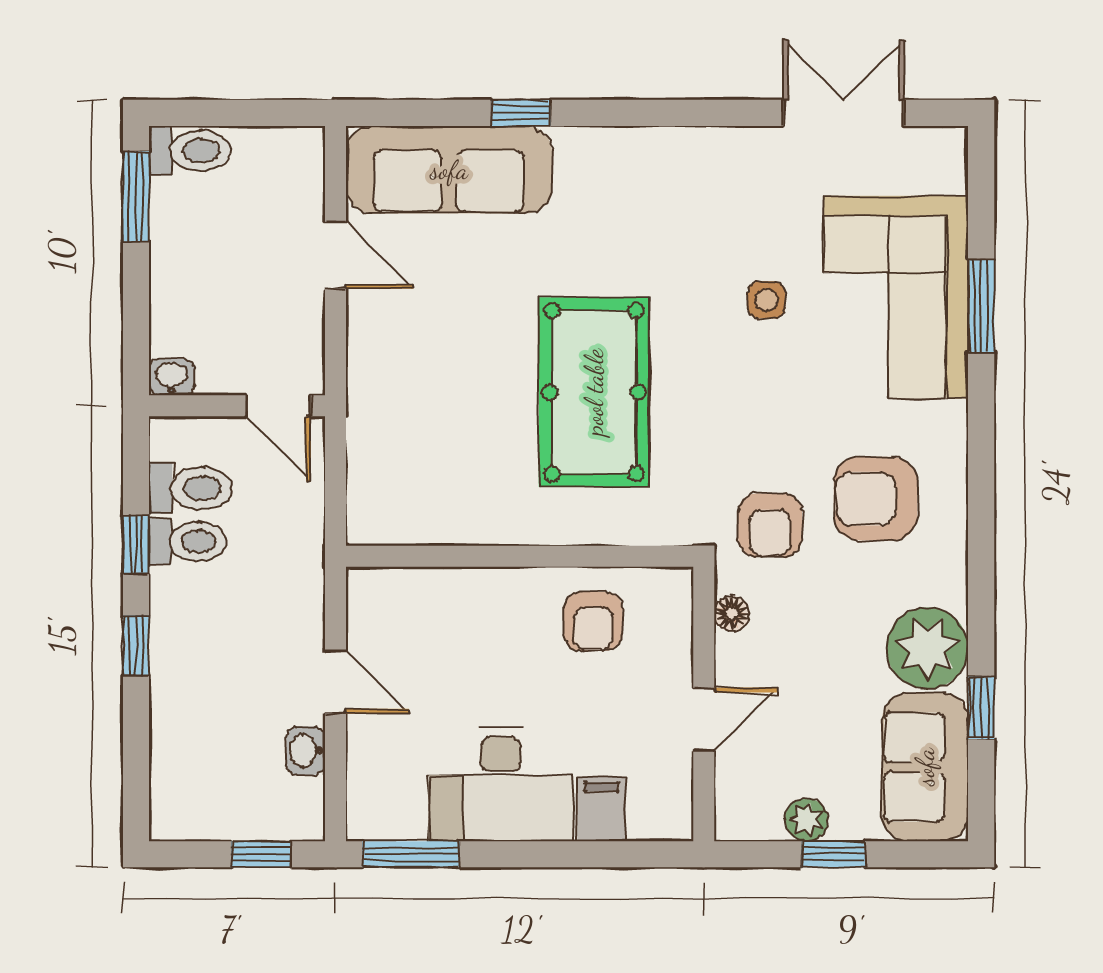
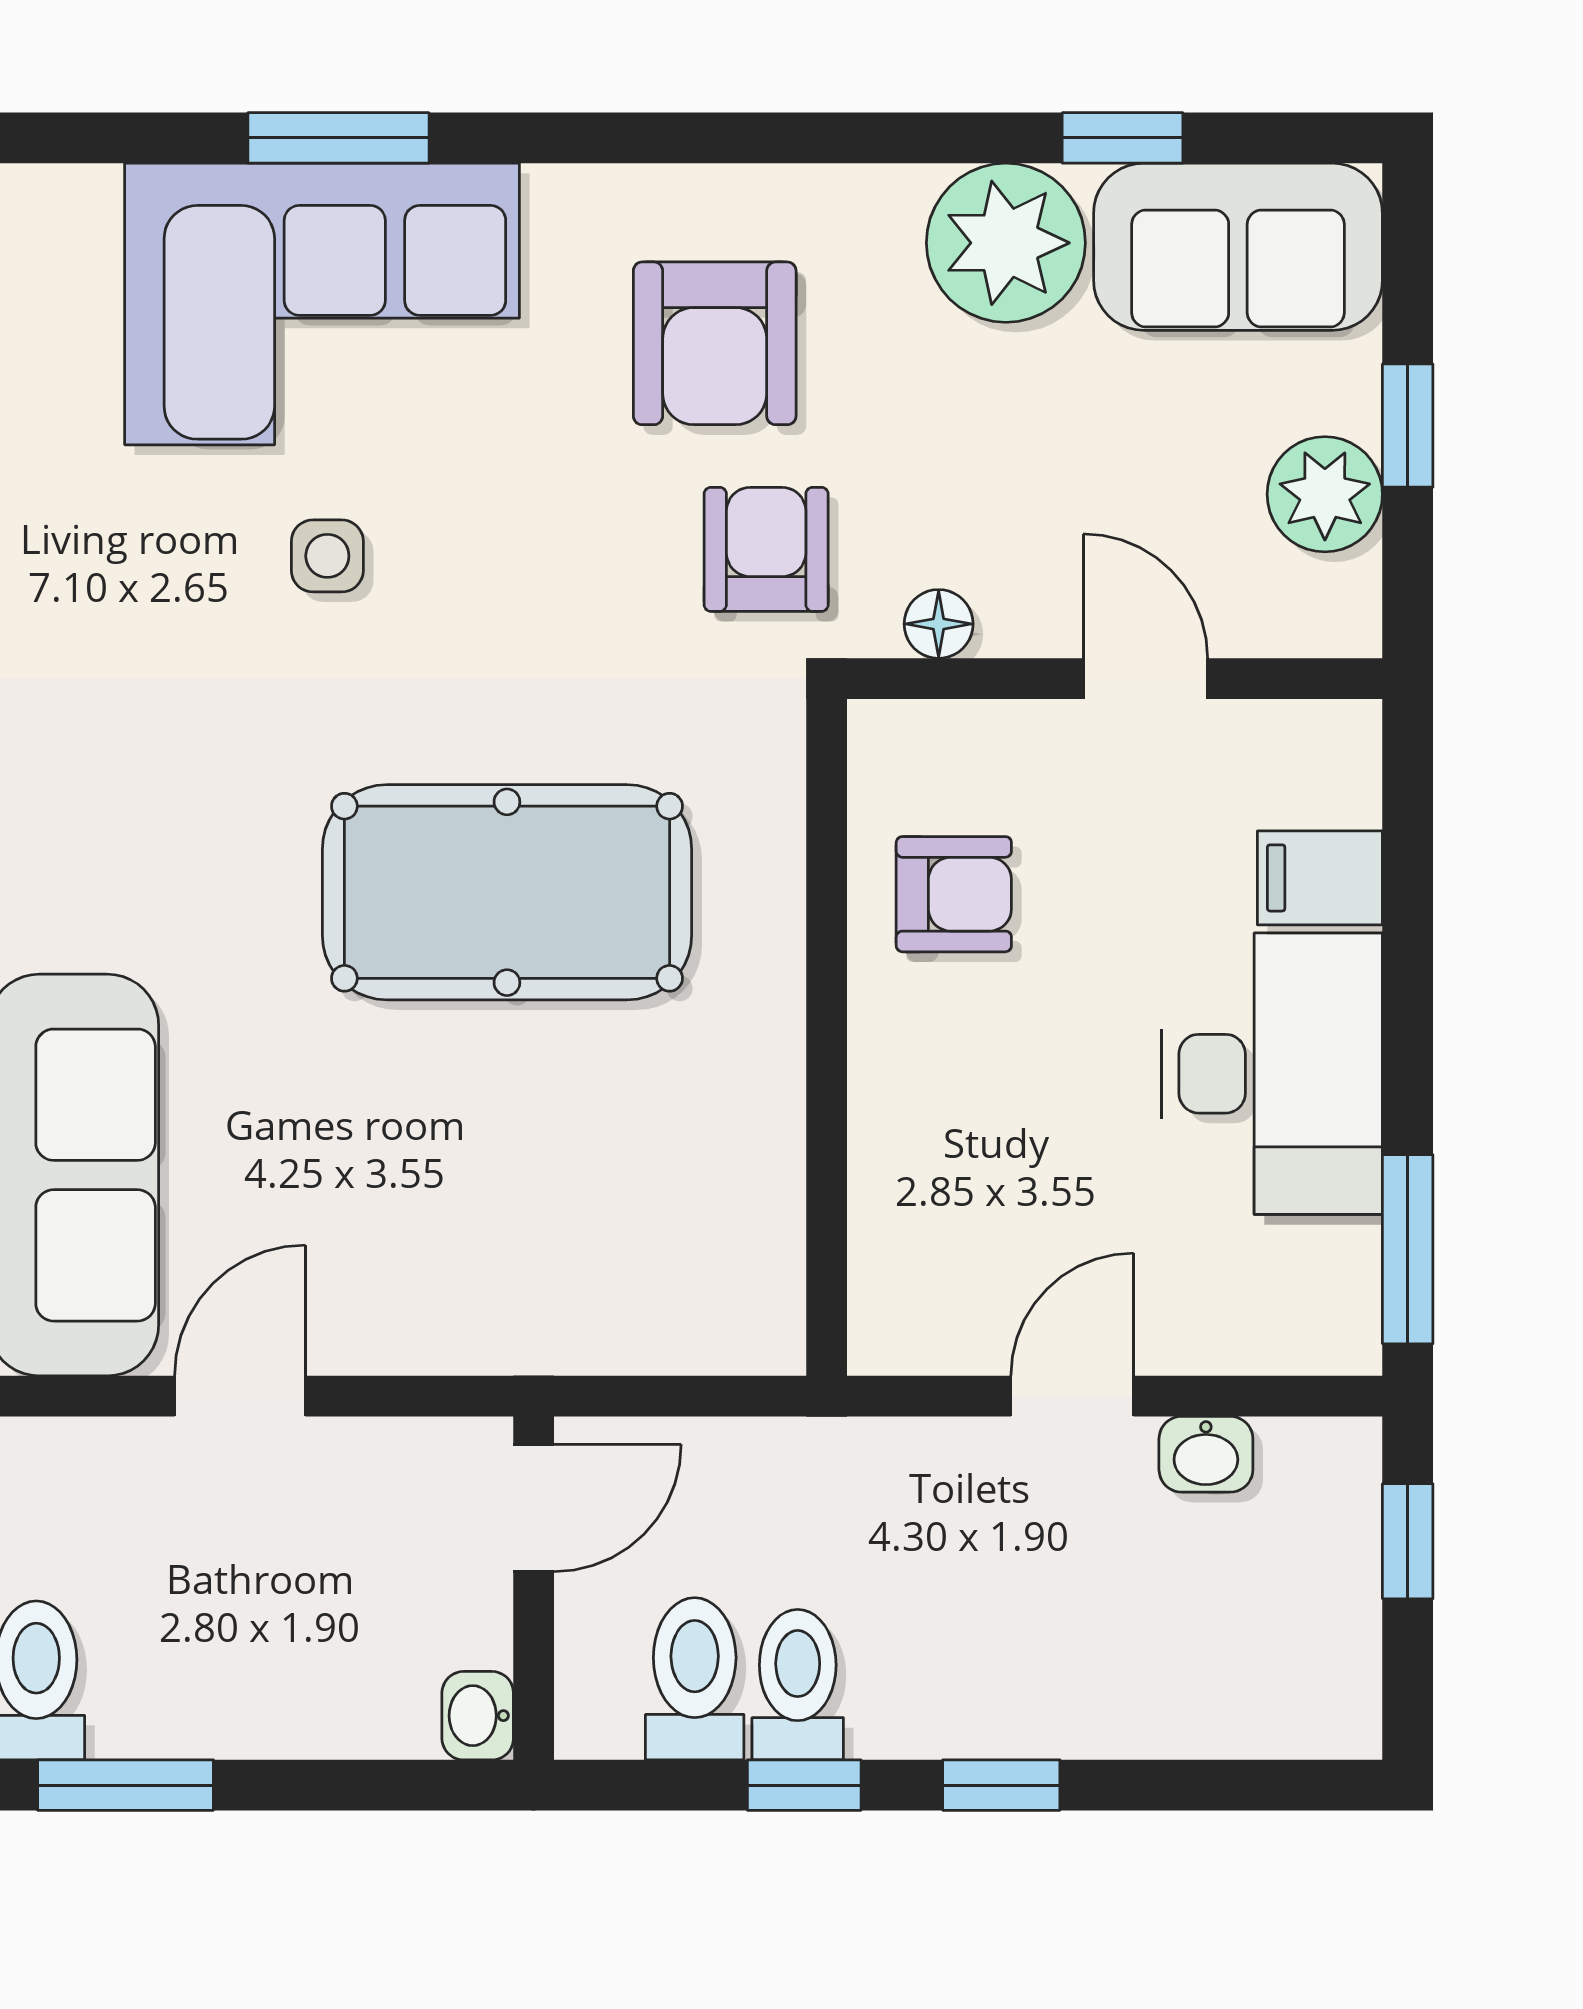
armchair: (770, 525) -> (766, 549), turned -90
plant: (806, 820) -> (1325, 494), width x1.38, depth x1.38

